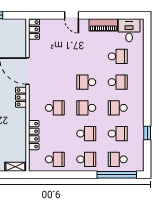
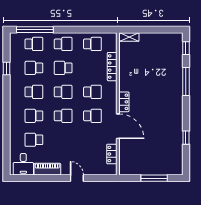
locker: (34, 29) -> (112, 154), moved
school desk: (55, 82) -> (92, 116), added
school desk: (55, 108) -> (92, 92), turned 180
school desk: (55, 159) -> (92, 44), turned 180
school desk: (86, 159) -> (63, 44), turned 180

